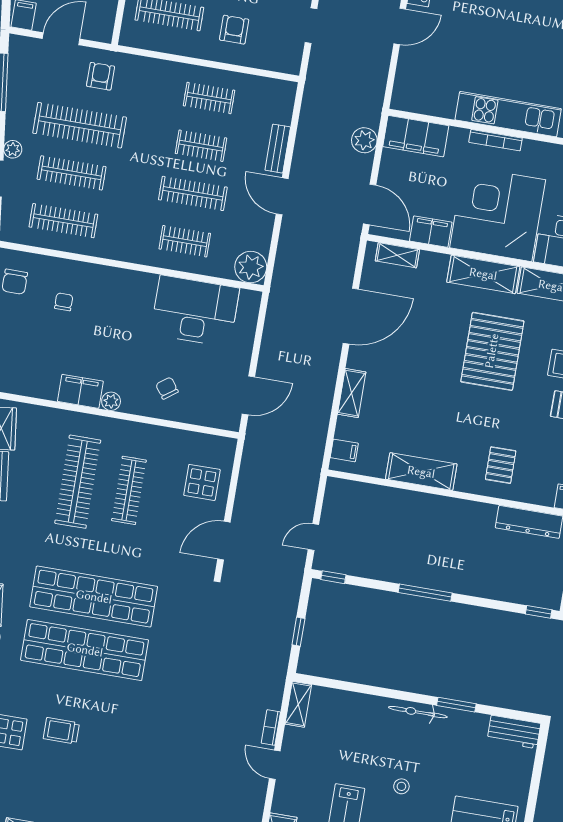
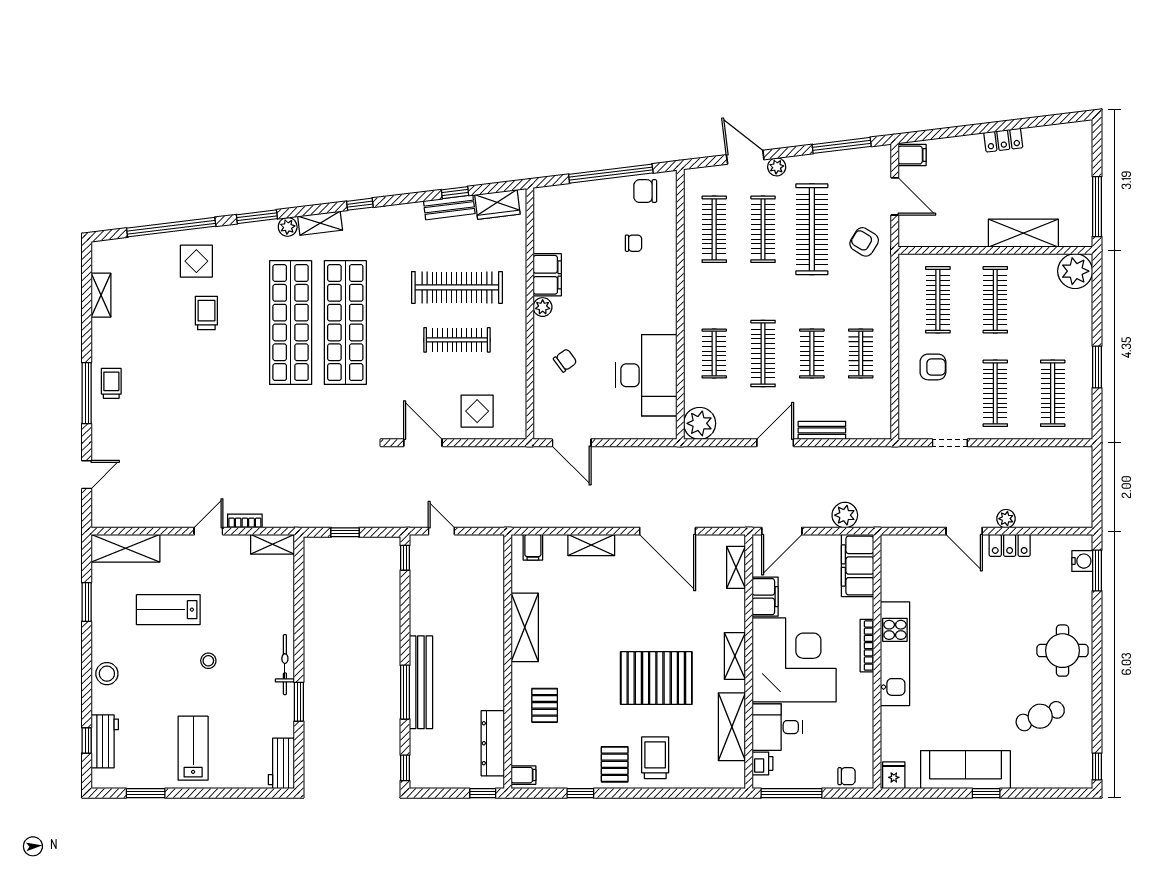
armchair: (101, 76) -> (864, 242), turned -149
shelving: (483, 274) -> (735, 656), width x0.67, depth x0.75
pallet: (501, 465) -> (545, 705), turned 90
bench: (458, 582) -> (421, 682), added
window: (425, 593) -> (405, 692), moved

